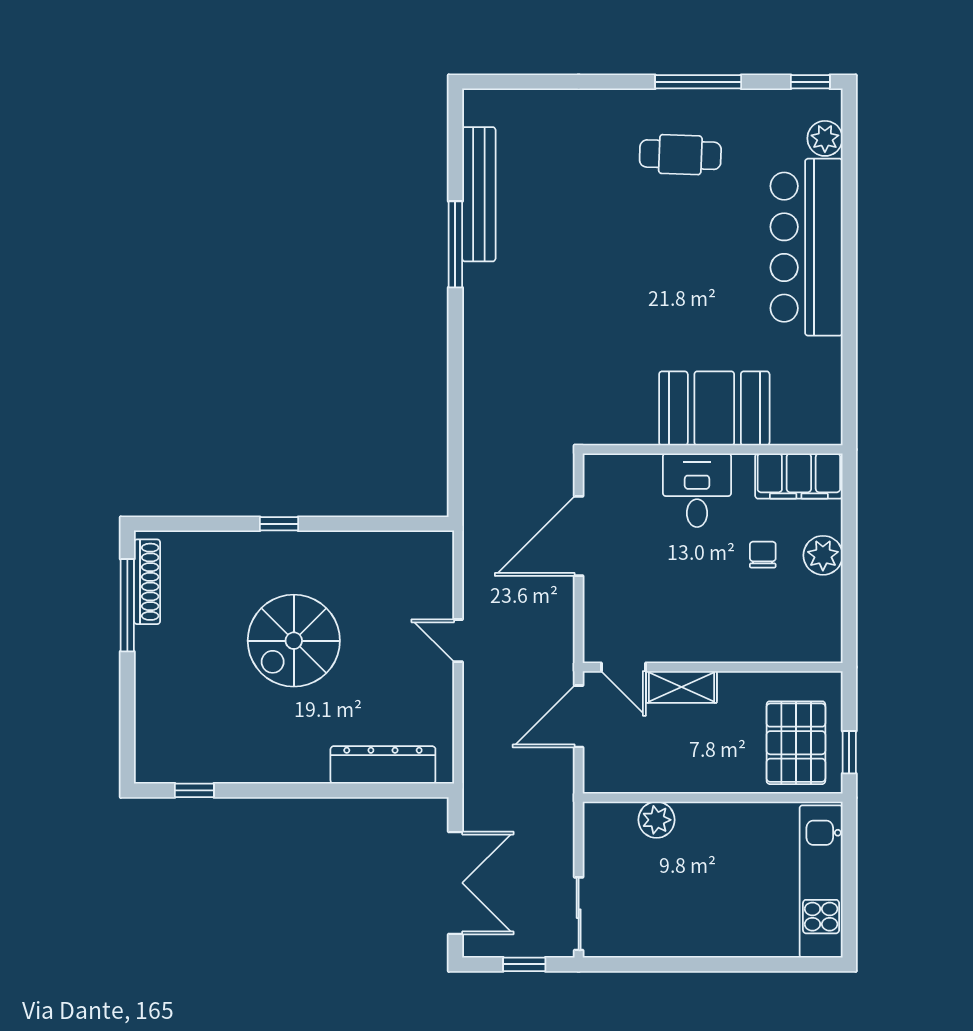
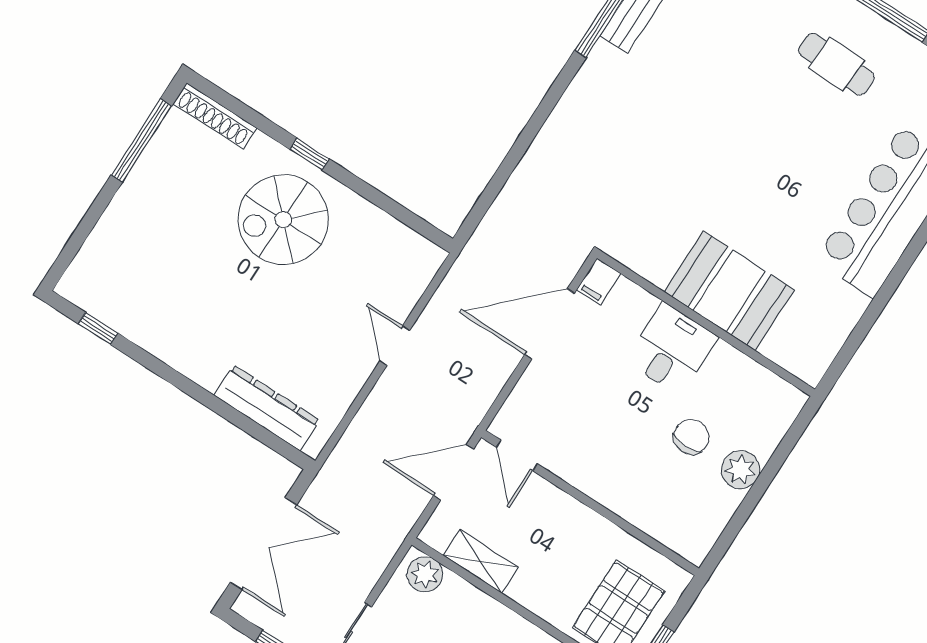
filing cabinet: (799, 476) -> (599, 282), moved, width x0.33, depth x0.86
chair: (763, 555) -> (691, 437), width x1.37, depth x1.37
shoe rack: (147, 582) -> (215, 116), moved, turned 90
spiral stairs: (294, 641) -> (283, 220), moved
shelving: (681, 687) -> (481, 561), moved
plant: (656, 820) -> (425, 574), moved

